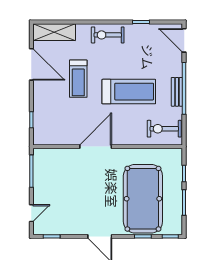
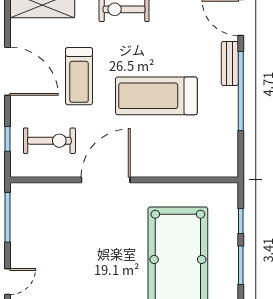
door: (31, 64) -> (7, 71), moved
treadmill: (129, 92) -> (156, 96), turned 180
bench: (177, 92) -> (230, 64), moved
exercise bike: (164, 129) -> (49, 141), moved, turned 180

